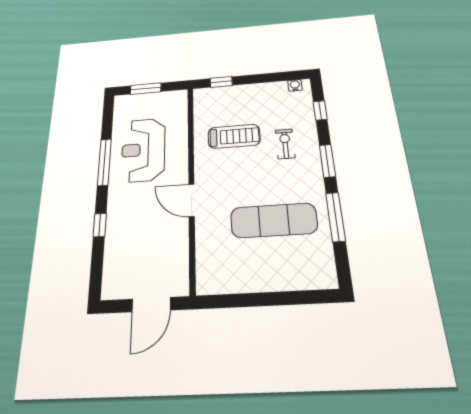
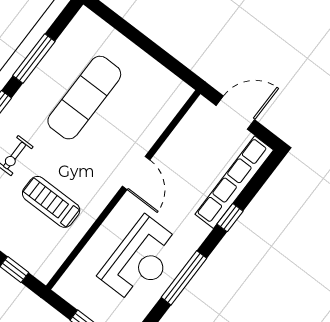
exercise mat: (274, 220) -> (84, 98), turned 90
row of seats: (114, 252) -> (234, 182), added

